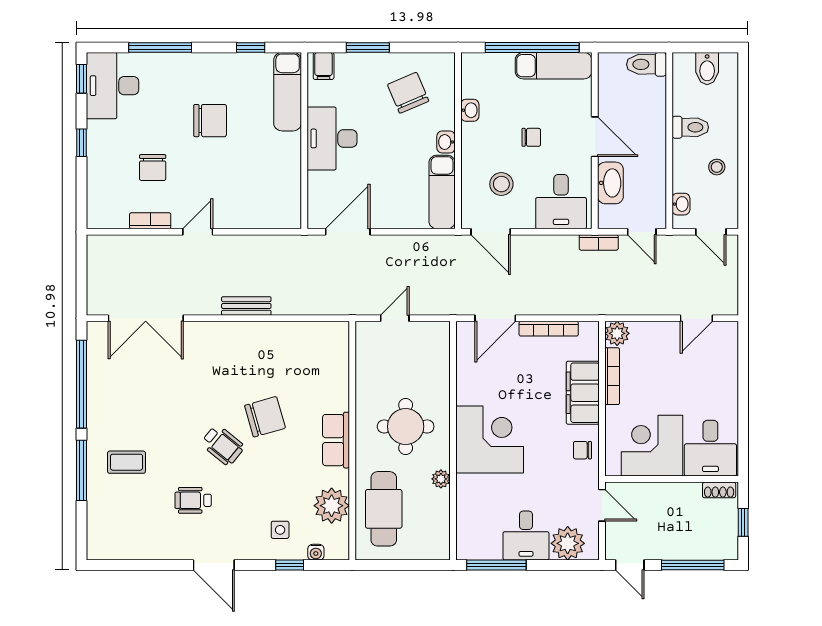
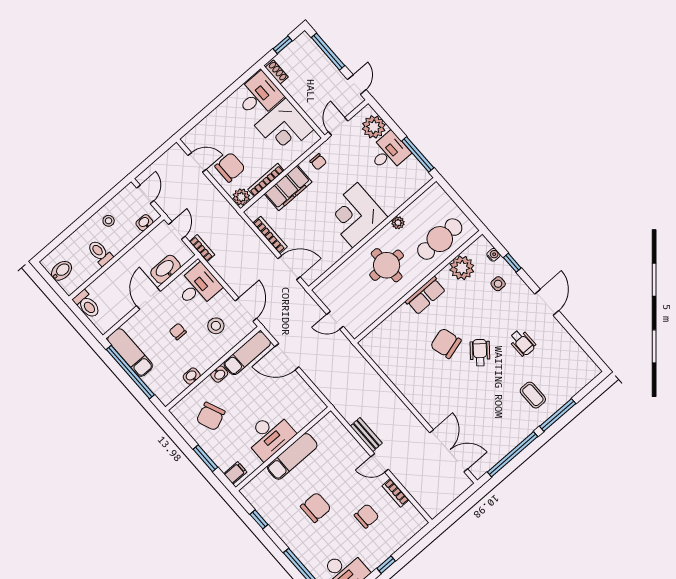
exam couch: (288, 92) -> (292, 456), moved
chair: (210, 121) -> (316, 507), turned 90
door: (348, 232) -> (287, 357), moved
bench: (246, 306) -> (366, 435), moved
chair: (660, 349) -> (230, 167), added

